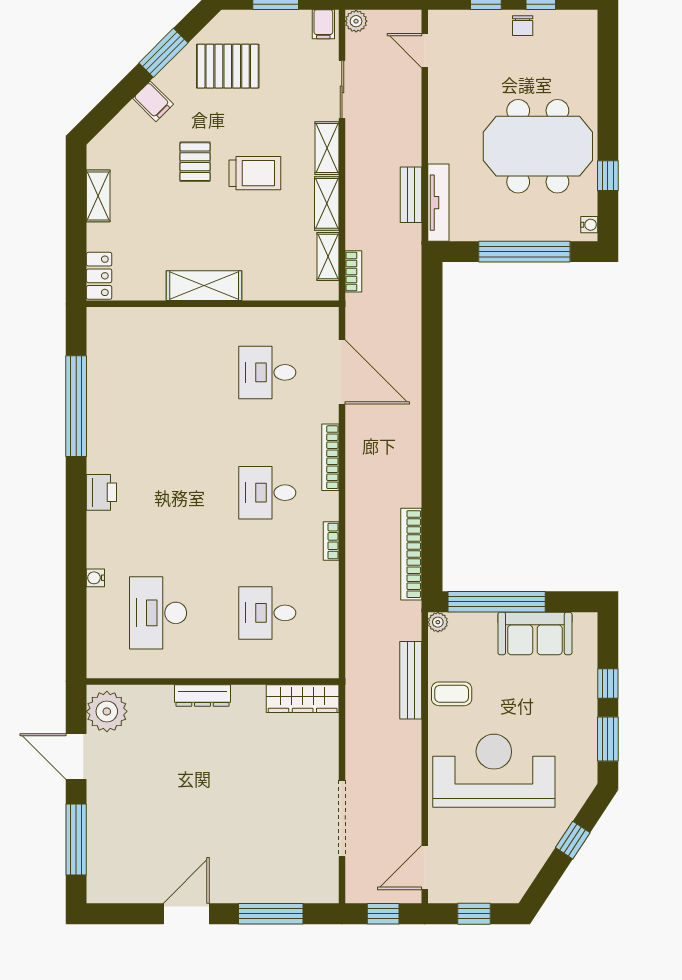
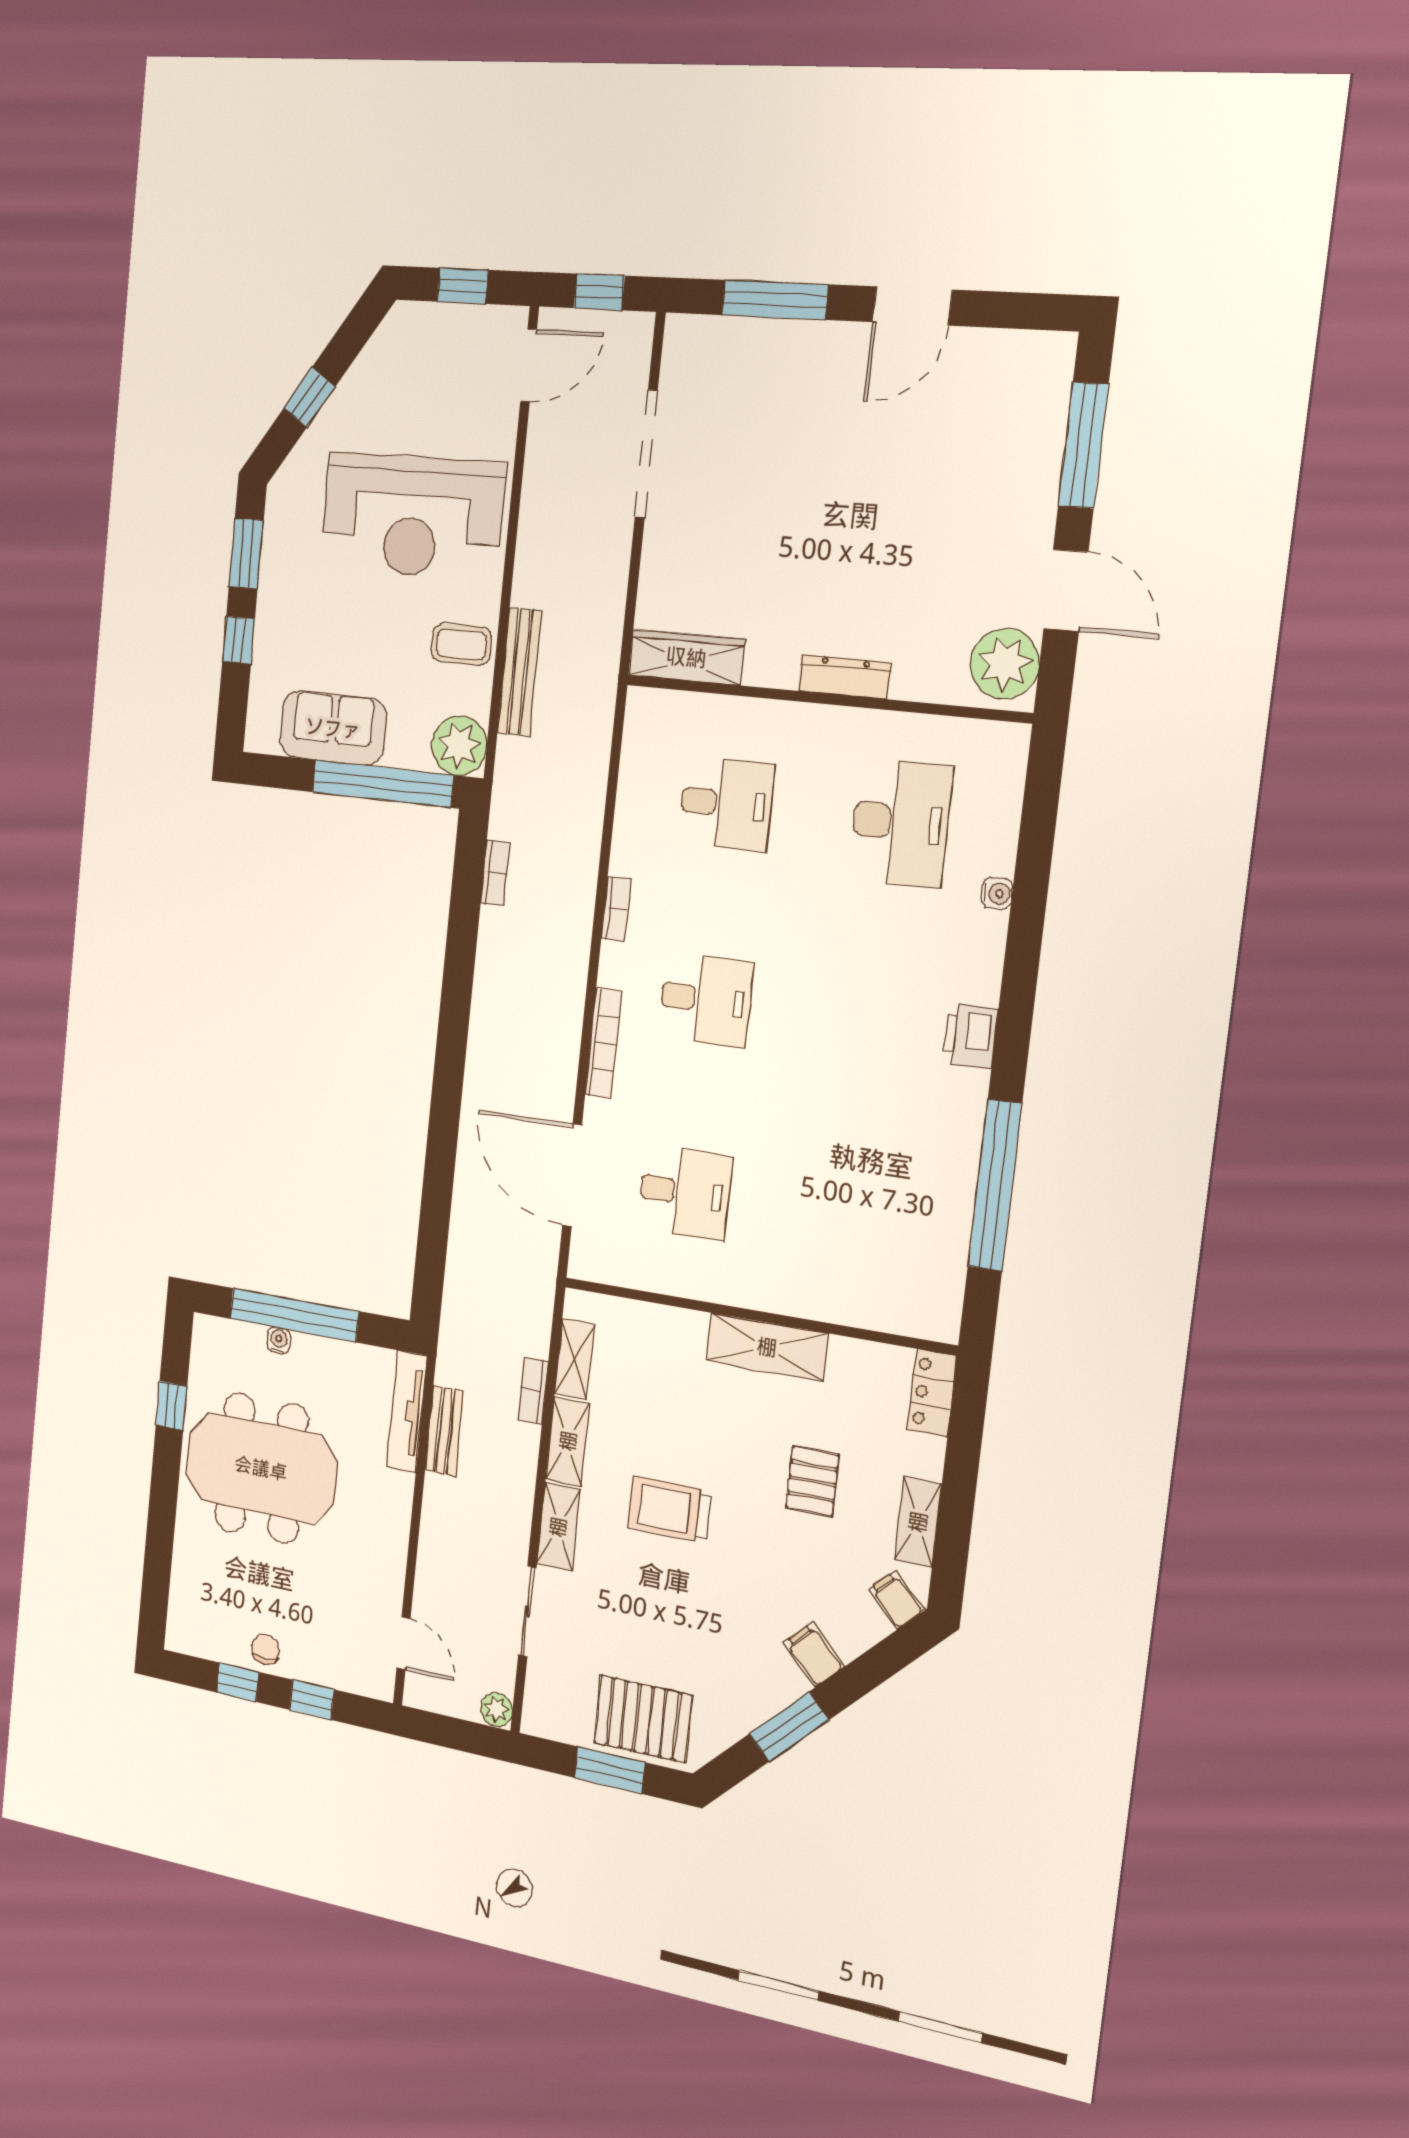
filing cabinet: (323, 24) -> (896, 1600), moved, turned -45
pallet: (228, 66) -> (643, 1719), moved
pallet: (195, 162) -> (812, 1481), moved
water cooler: (589, 225) -> (279, 1340), moved, turned 90
bookcase: (353, 271) -> (533, 1391), moved
bookcase: (411, 554) -> (495, 873), width x0.43, depth x0.76
plant: (438, 622) -> (459, 746), width x1.88, depth x1.88

